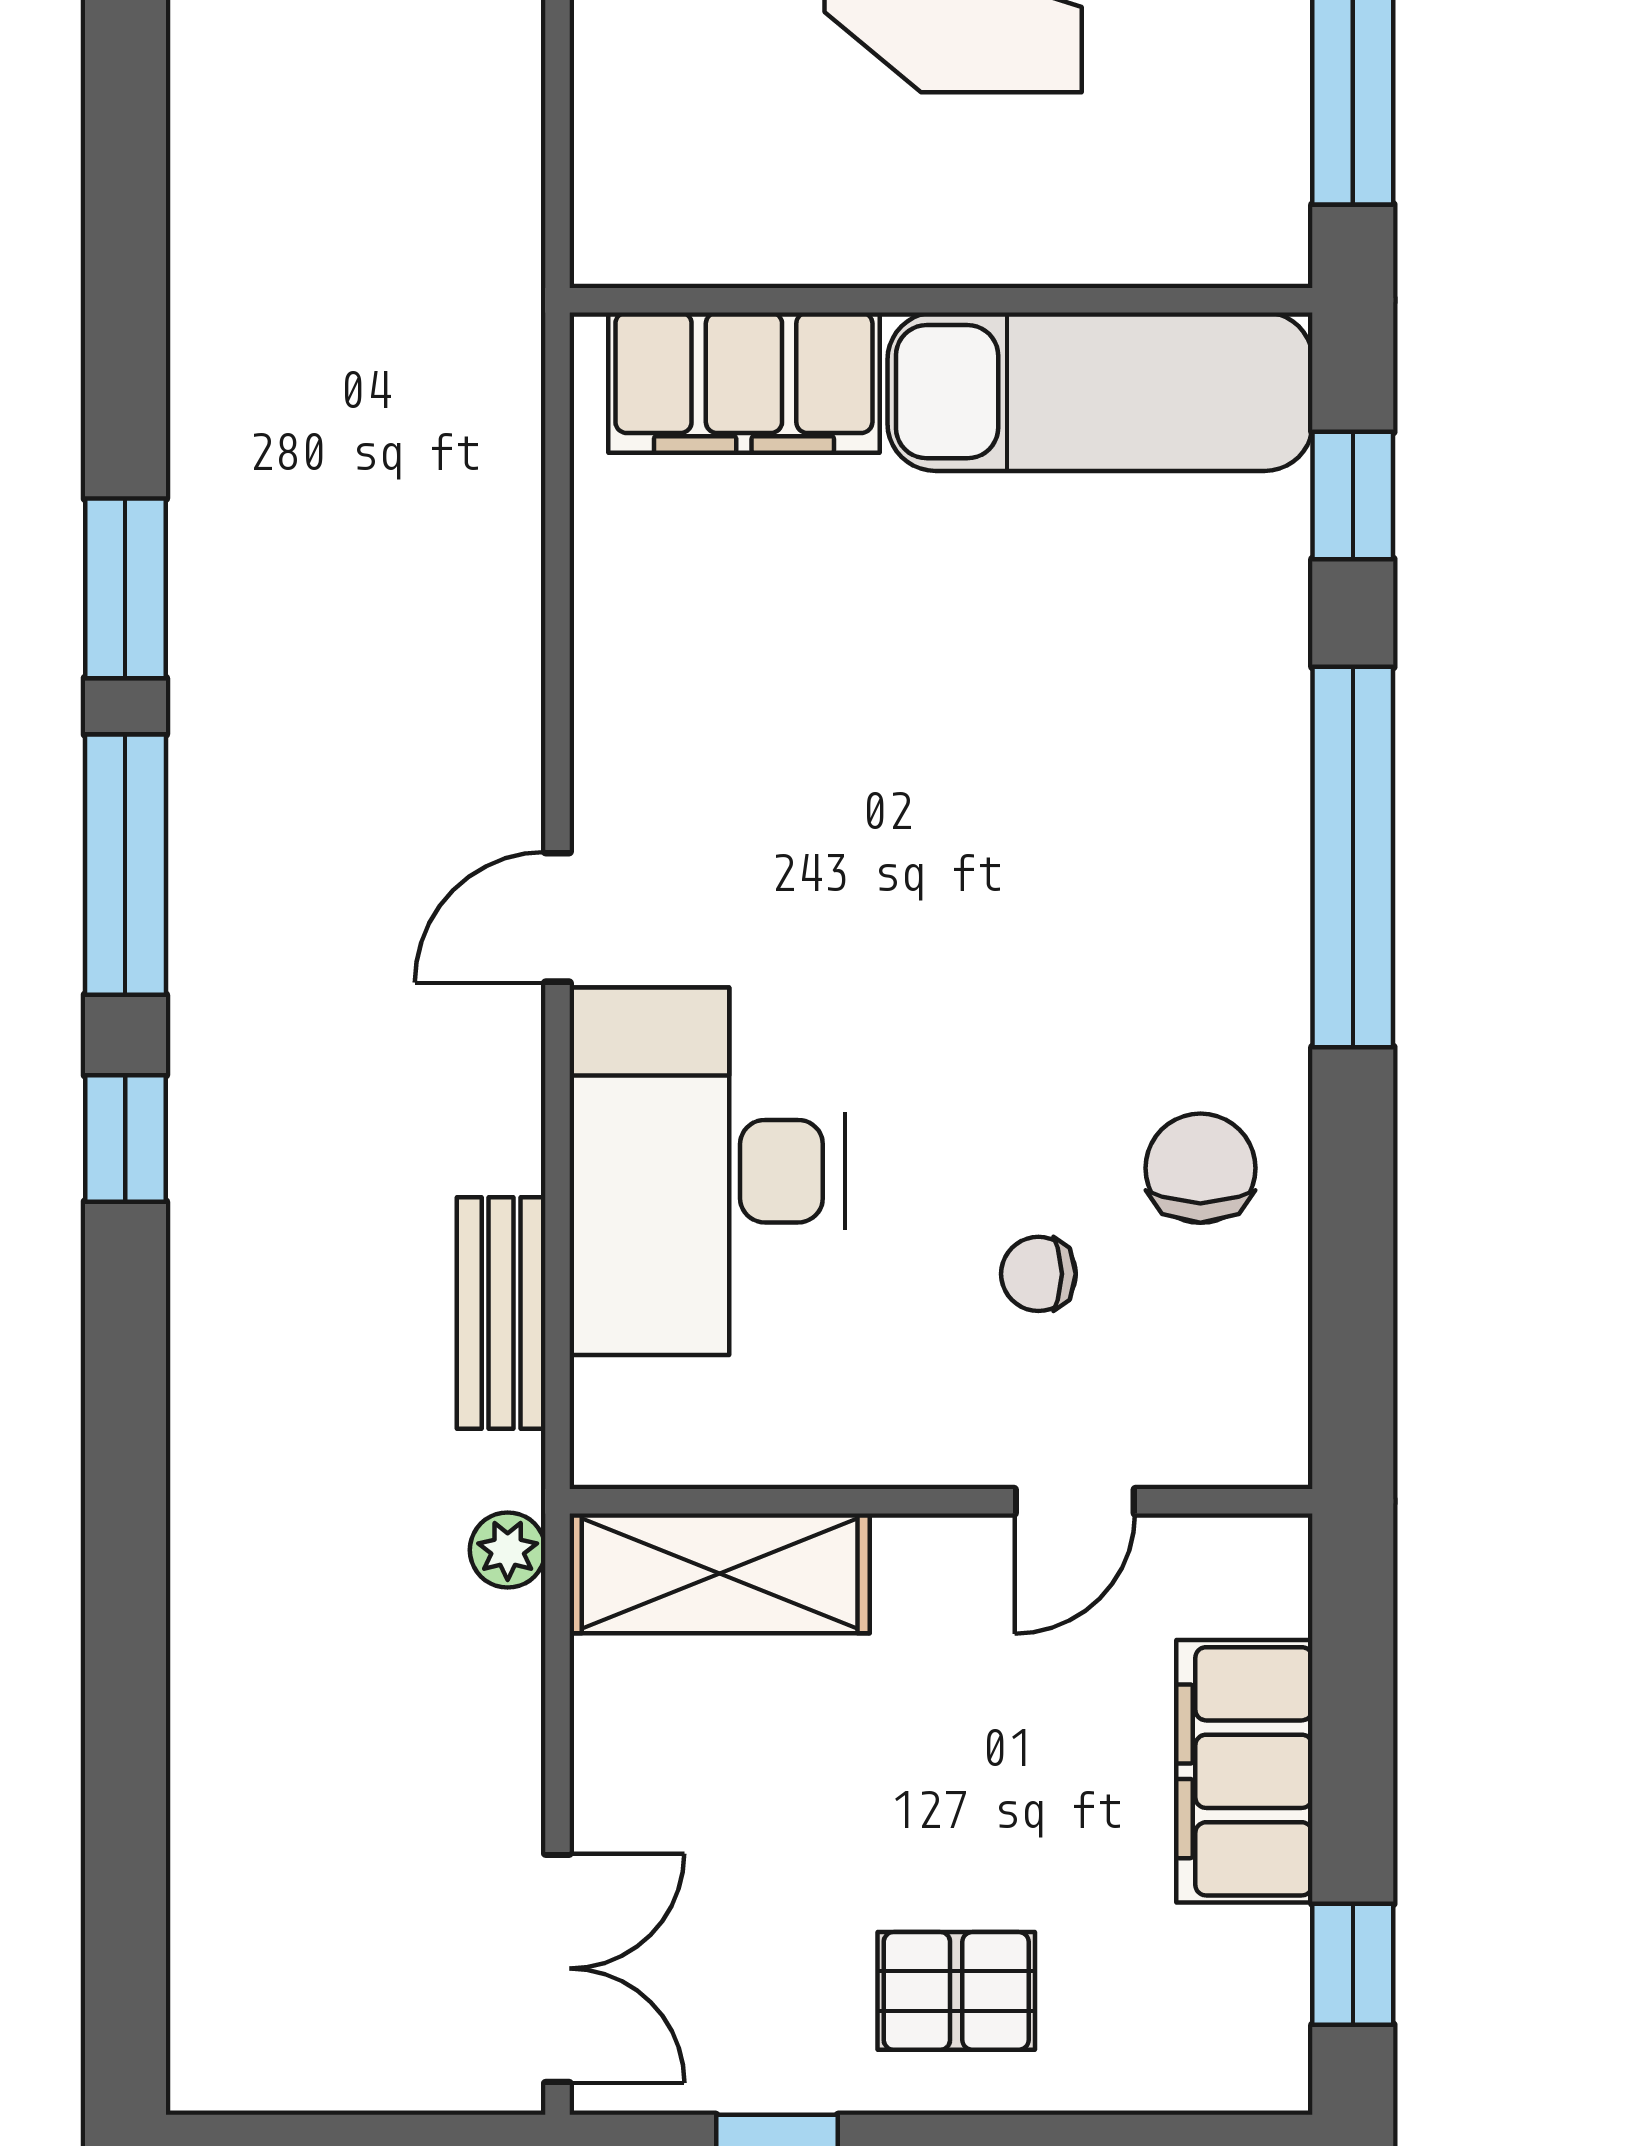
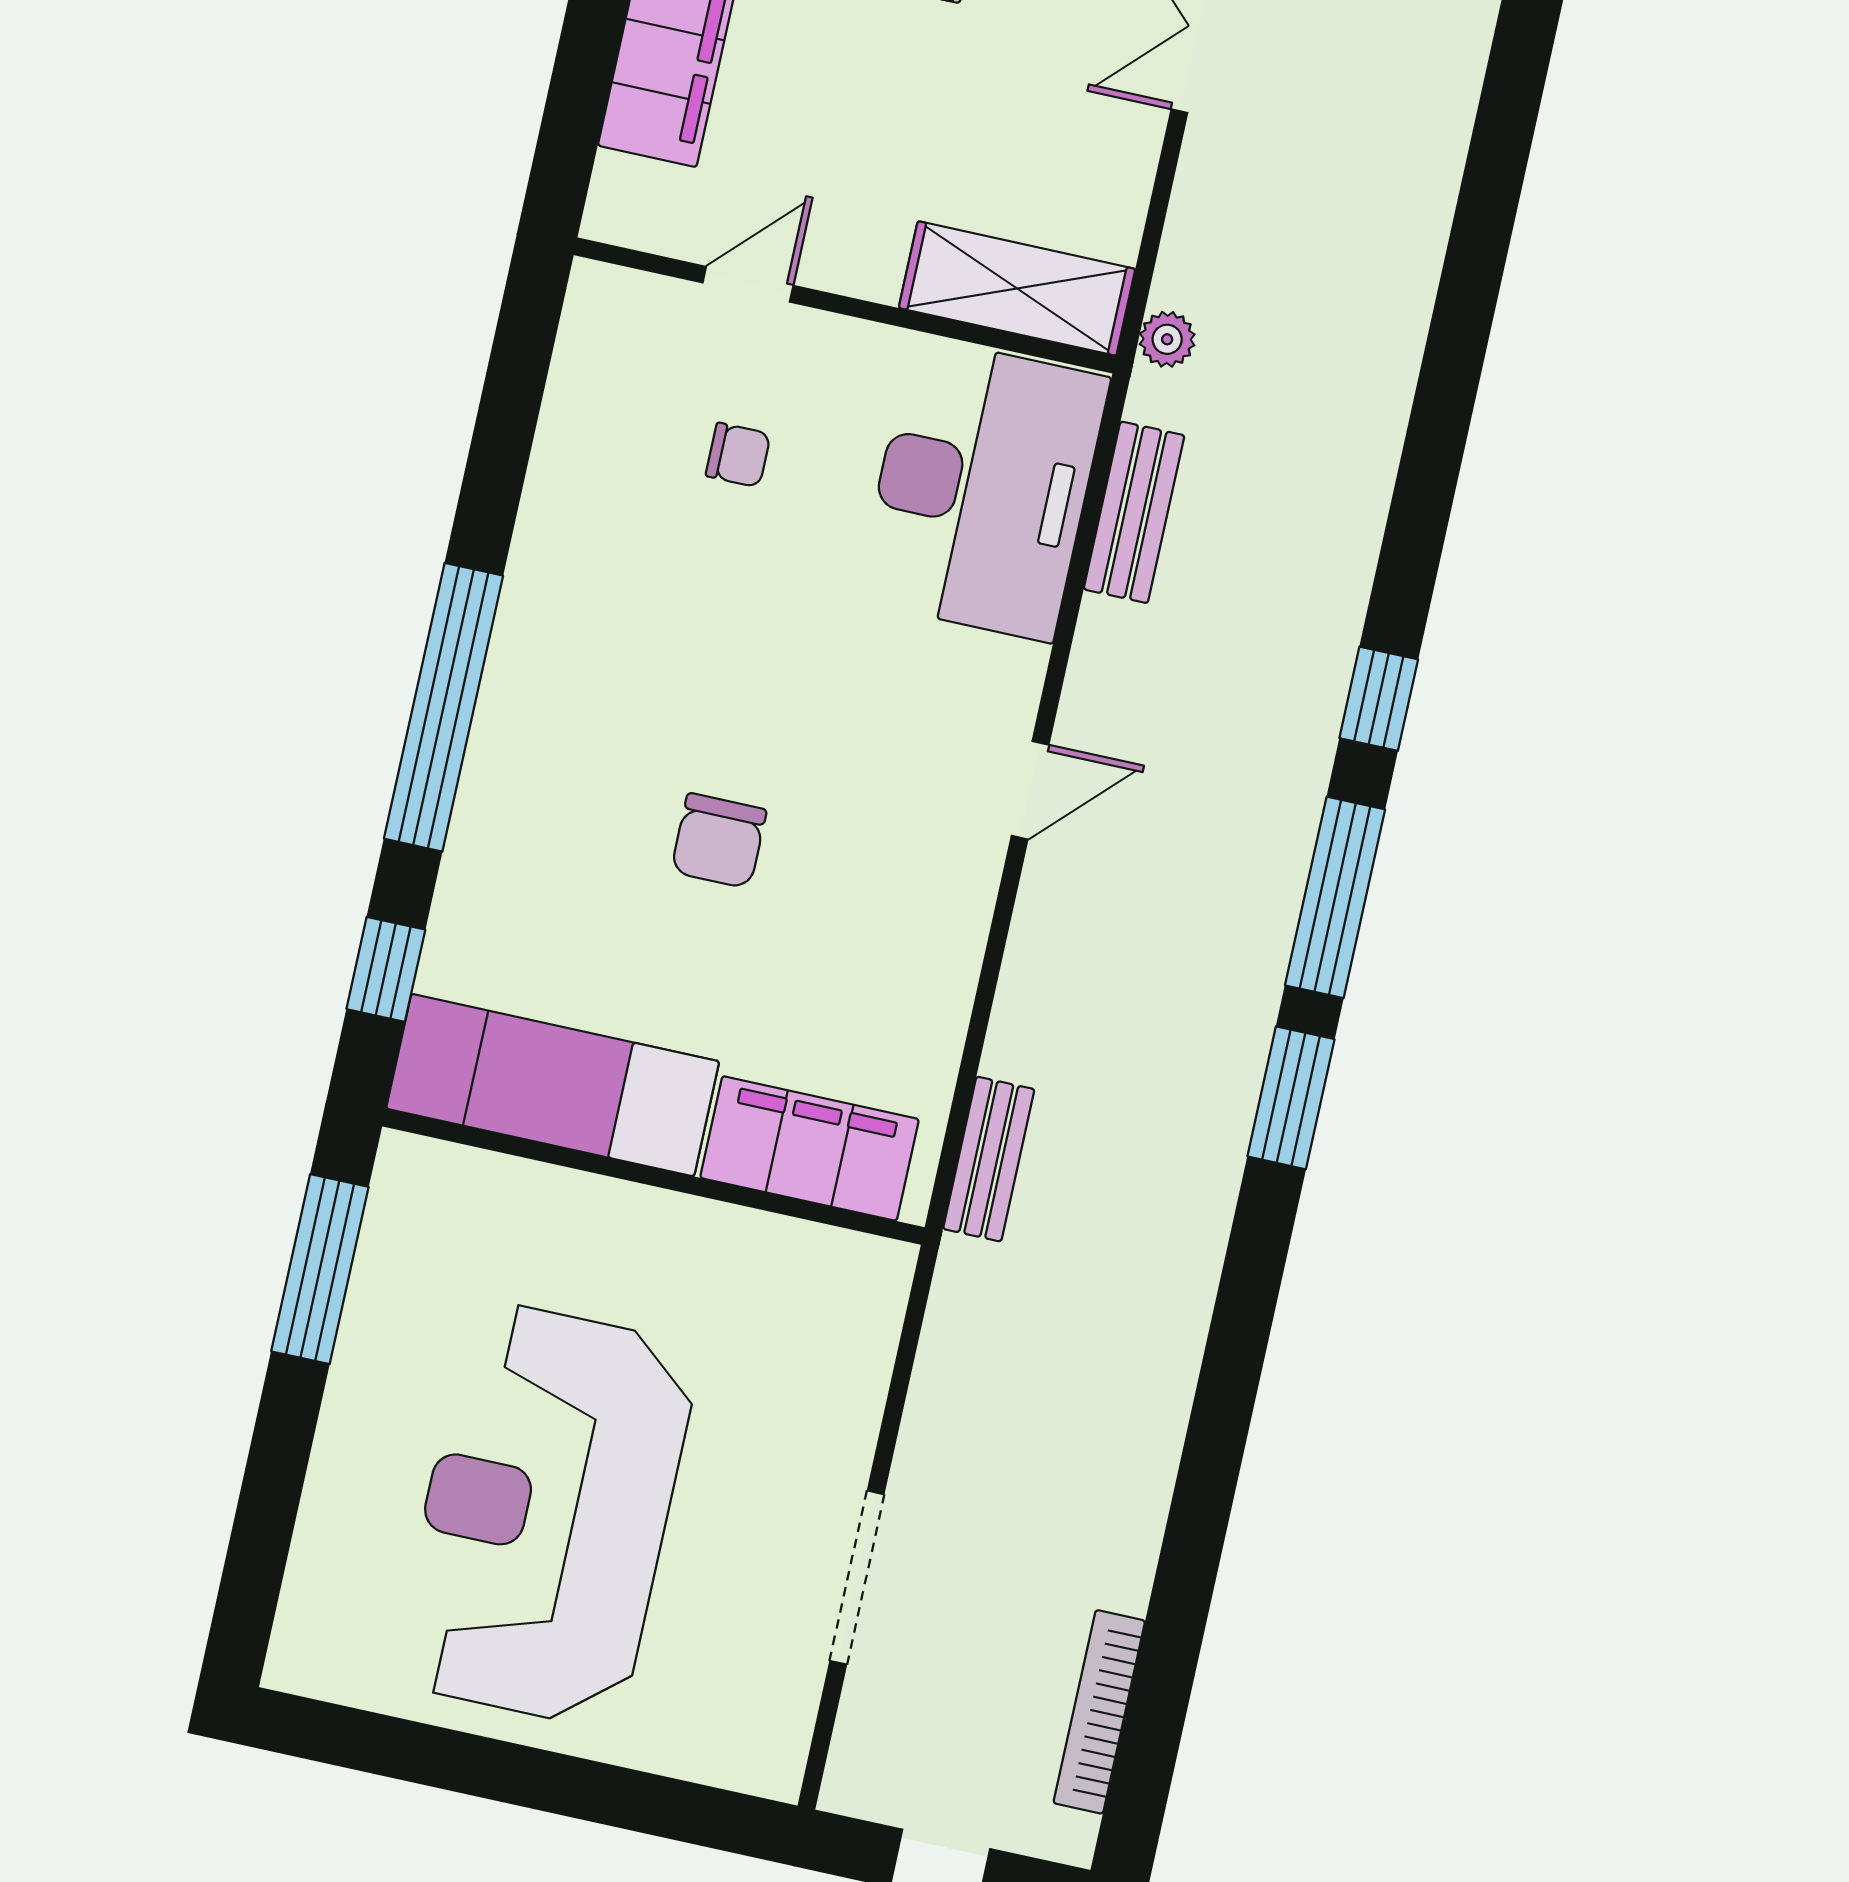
bench: (505, 420) -> (989, 1159), added
chair: (1200, 1168) -> (719, 841), moved
desk: (707, 1171) -> (982, 489), moved

